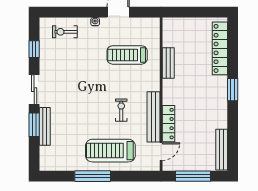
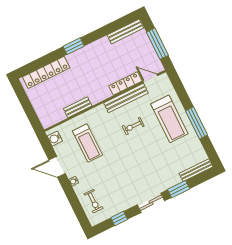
water cooler: (148, 24) -> (55, 139), added
bench: (45, 126) -> (196, 170), moved

